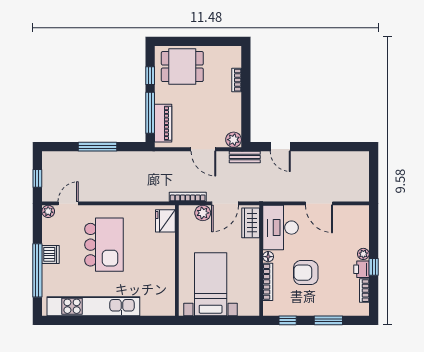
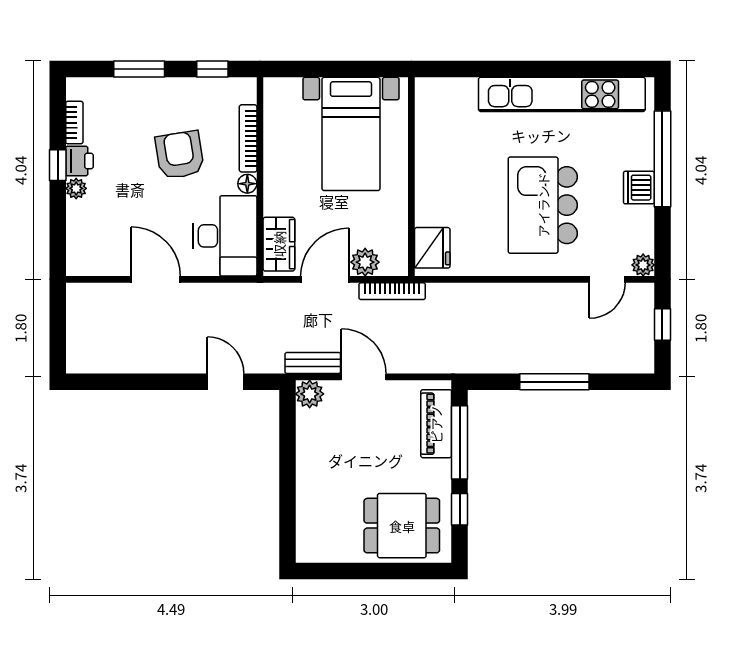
bookcase: (237, 80) -> (304, 501), removed
bench: (245, 157) -> (313, 363), moved
armchair: (306, 273) -> (180, 155), turned -99

